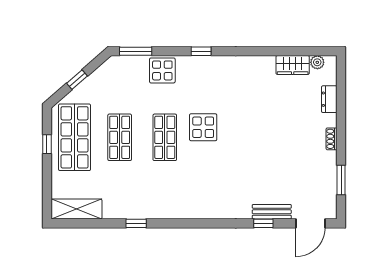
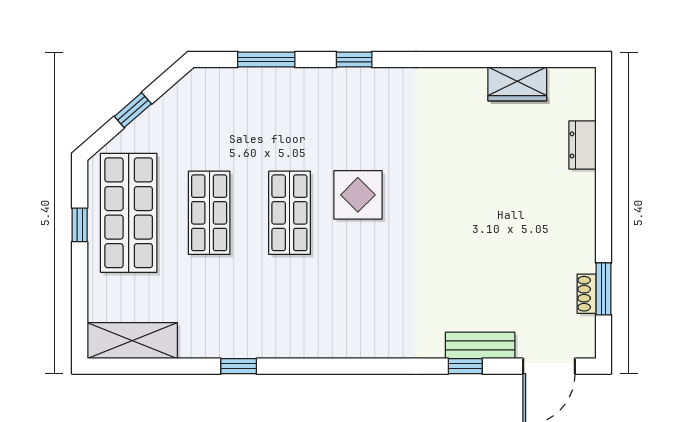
window: (136, 51) -> (266, 60), moved
plant: (317, 62) -> (561, 79), removed
display table: (162, 70) -> (285, 94), removed
shoe rack: (332, 139) -> (587, 294), moved

